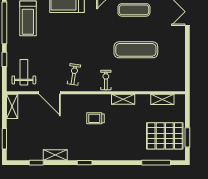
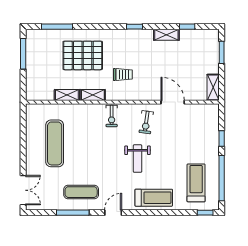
exercise mat: (136, 50) -> (55, 143), moved, turned 90
weight bench: (24, 72) -> (138, 159), moved
shelving: (162, 99) -> (67, 95), moved
pallet: (165, 136) -> (83, 55), moved
window: (187, 137) -> (23, 54), width x1.44

